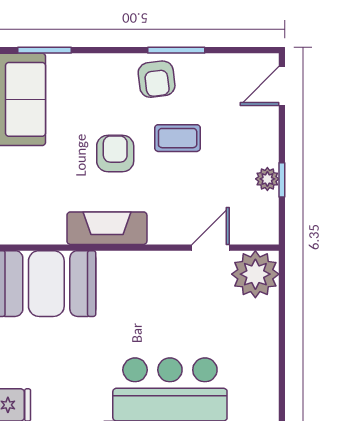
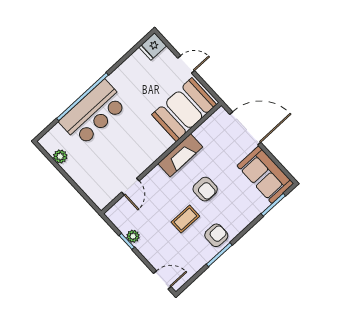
armchair: (157, 79) -> (216, 235), turned 97
door: (282, 86) -> (162, 280), hinge flipped
plant: (255, 274) -> (60, 156), moved, width x0.53, depth x0.53

